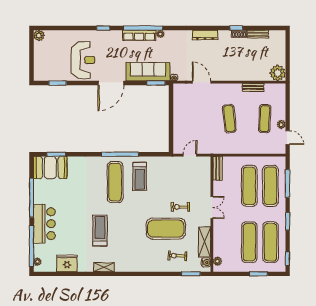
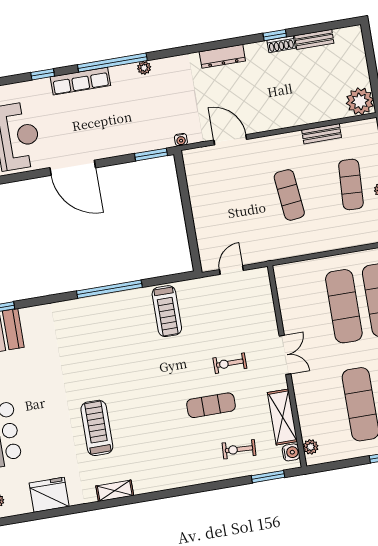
row of seats: (139, 35) -> (80, 81), moved
sofa: (148, 72) -> (134, 137), removed
door: (111, 83) -> (73, 168), hinge flipped
bench: (218, 168) -> (284, 285), removed
treadmill: (140, 177) -> (167, 311), moved
exercise mat: (115, 182) -> (109, 339), removed
exercise mat: (166, 229) -> (211, 405), width x0.50, depth x0.69

